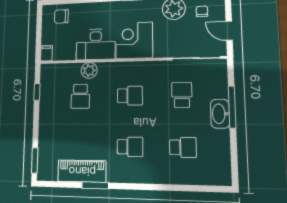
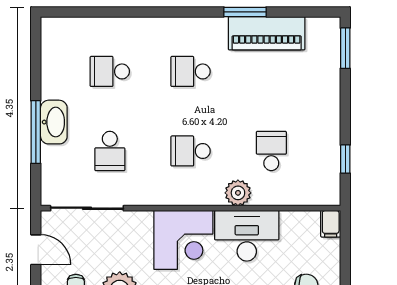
plant: (89, 70) -> (238, 193), moved

